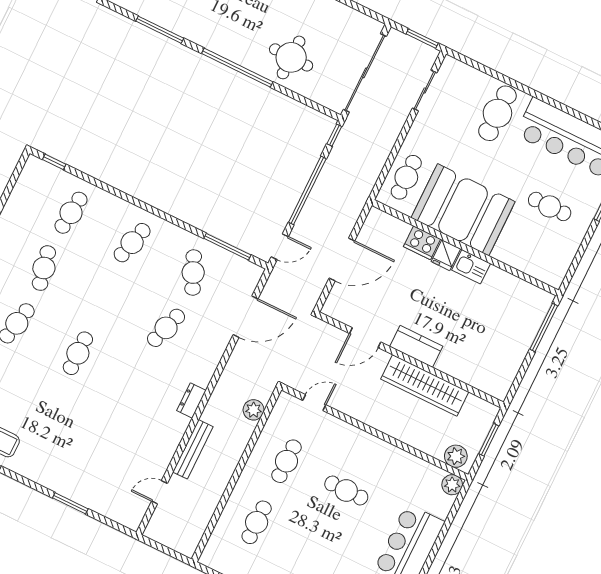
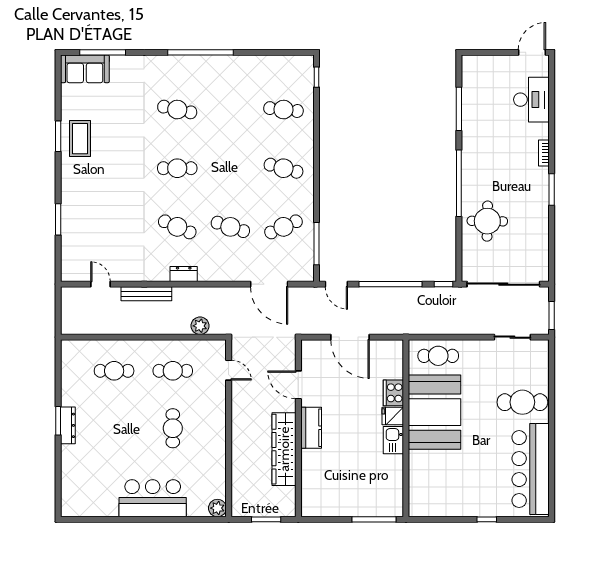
cafe table: (550, 206) -> (470, 478), removed
cafe table: (44, 268) -> (177, 227), moved, turned 36
plant: (456, 456) -> (241, 500), removed

